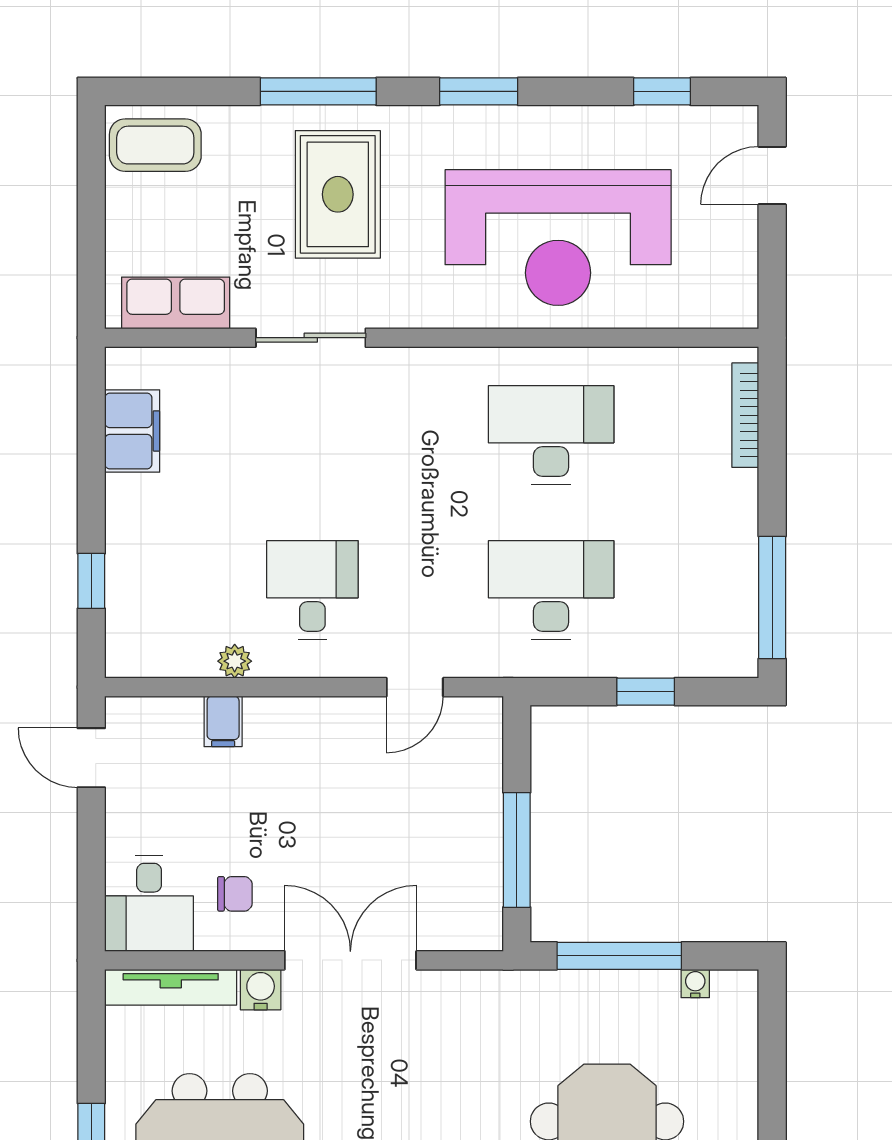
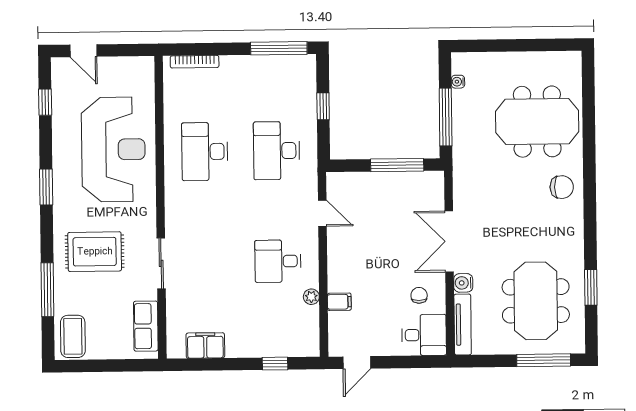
window: (318, 91) -> (47, 290), moved

